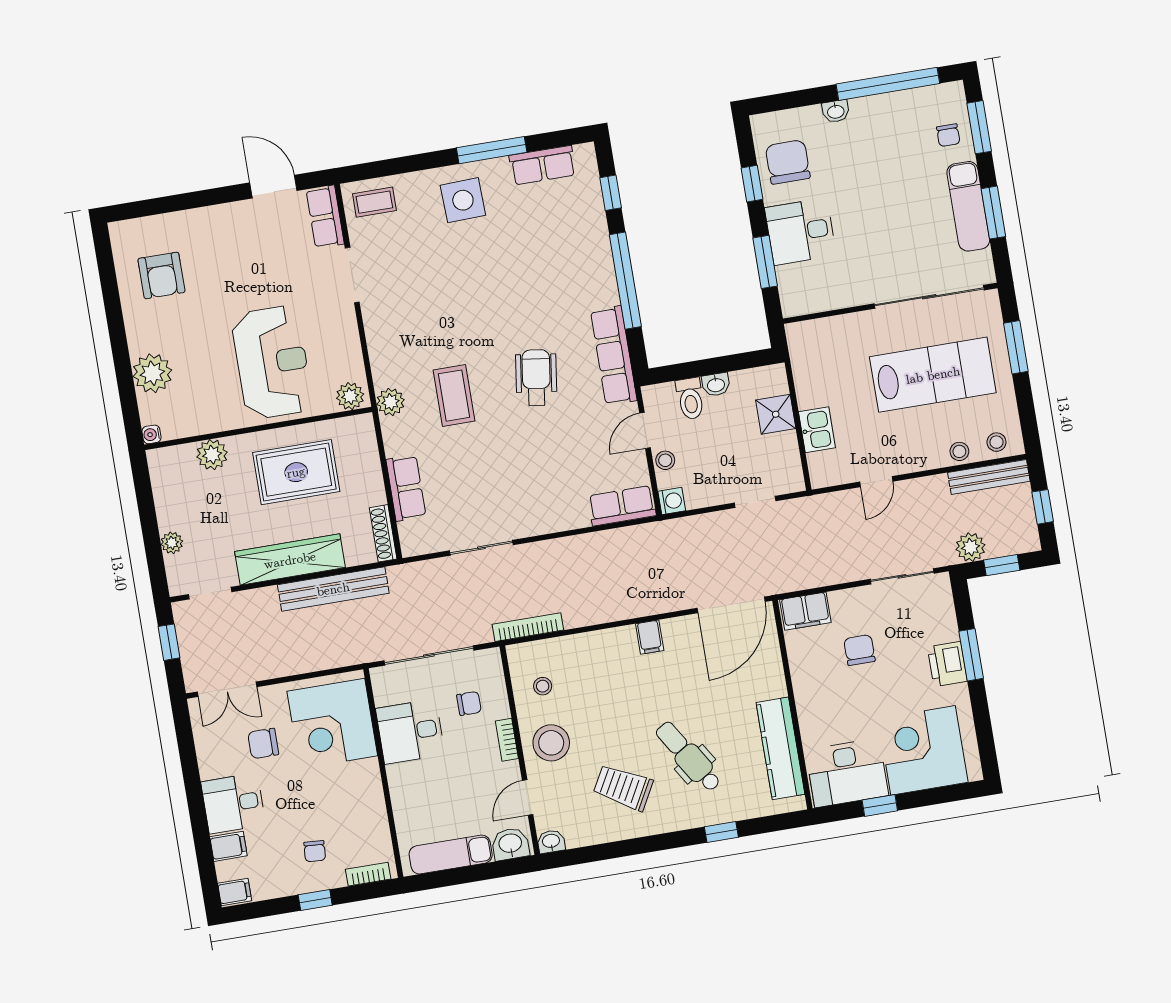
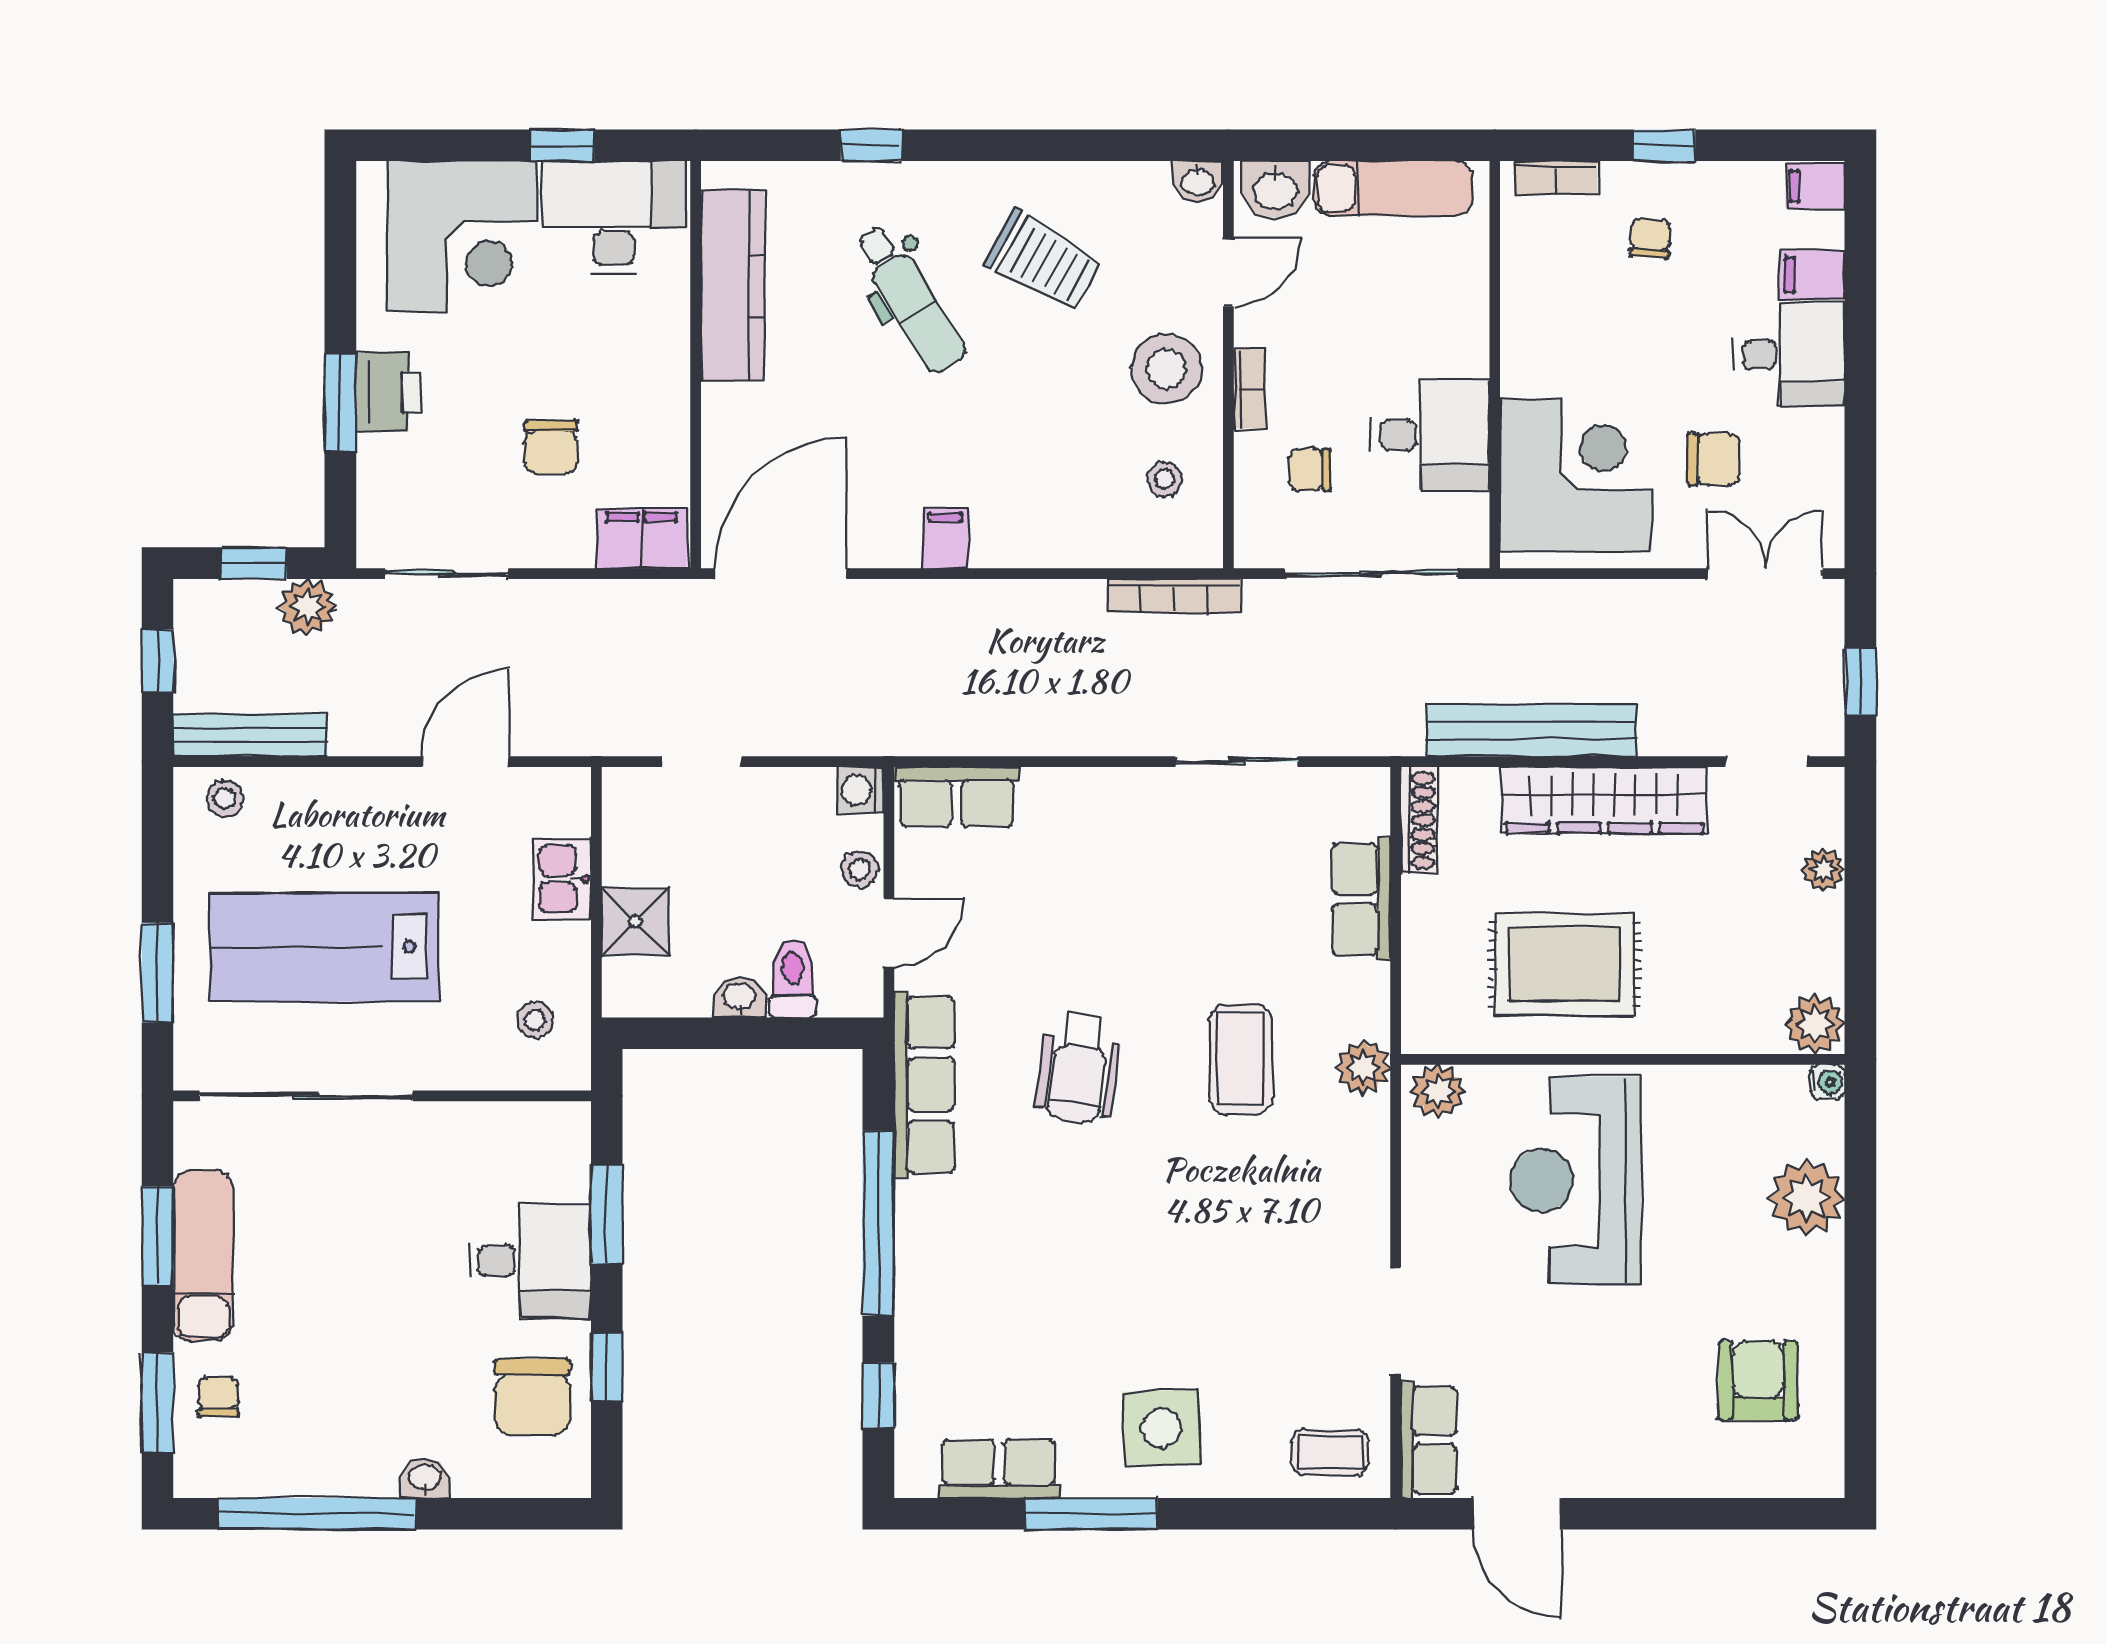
stool: (959, 451) -> (535, 1020), moved
plant: (212, 455) -> (1815, 1024), moved
door: (876, 482) -> (466, 762), width x1.38

